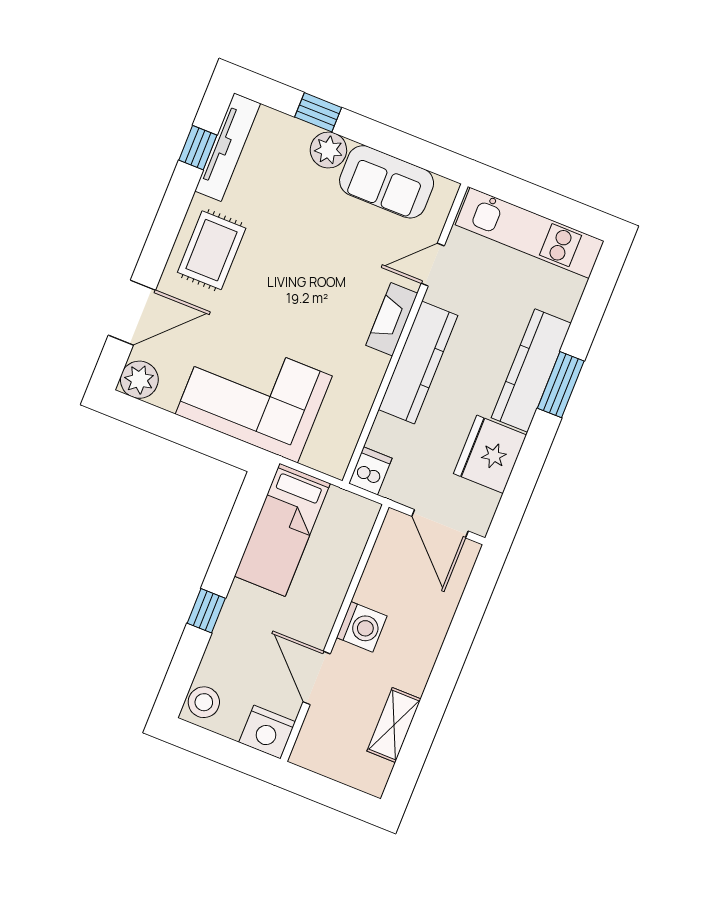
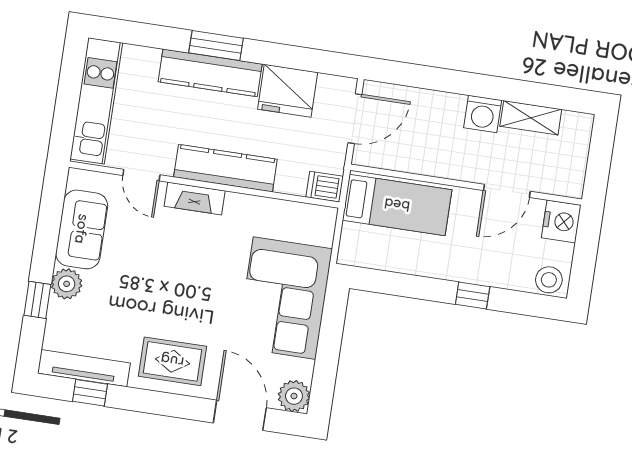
bed: (282, 530) -> (397, 205), moved
washing machine: (362, 627) -> (483, 114), moved, turned 180

